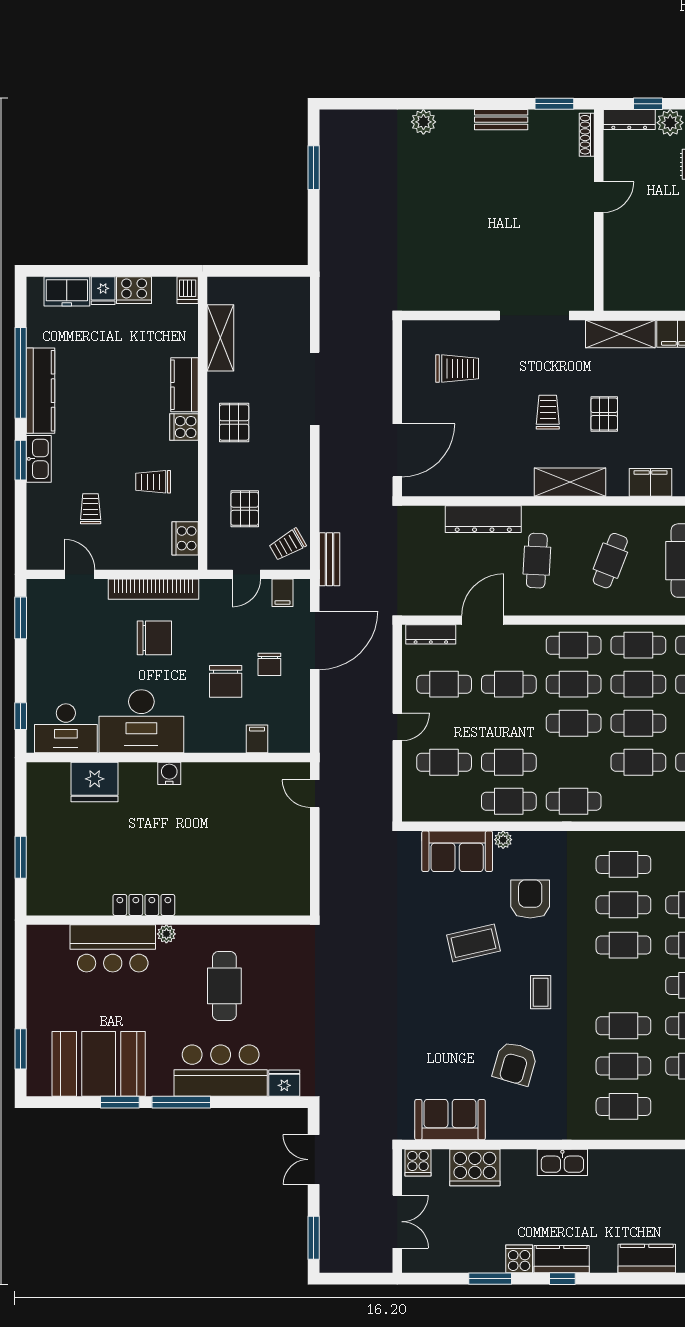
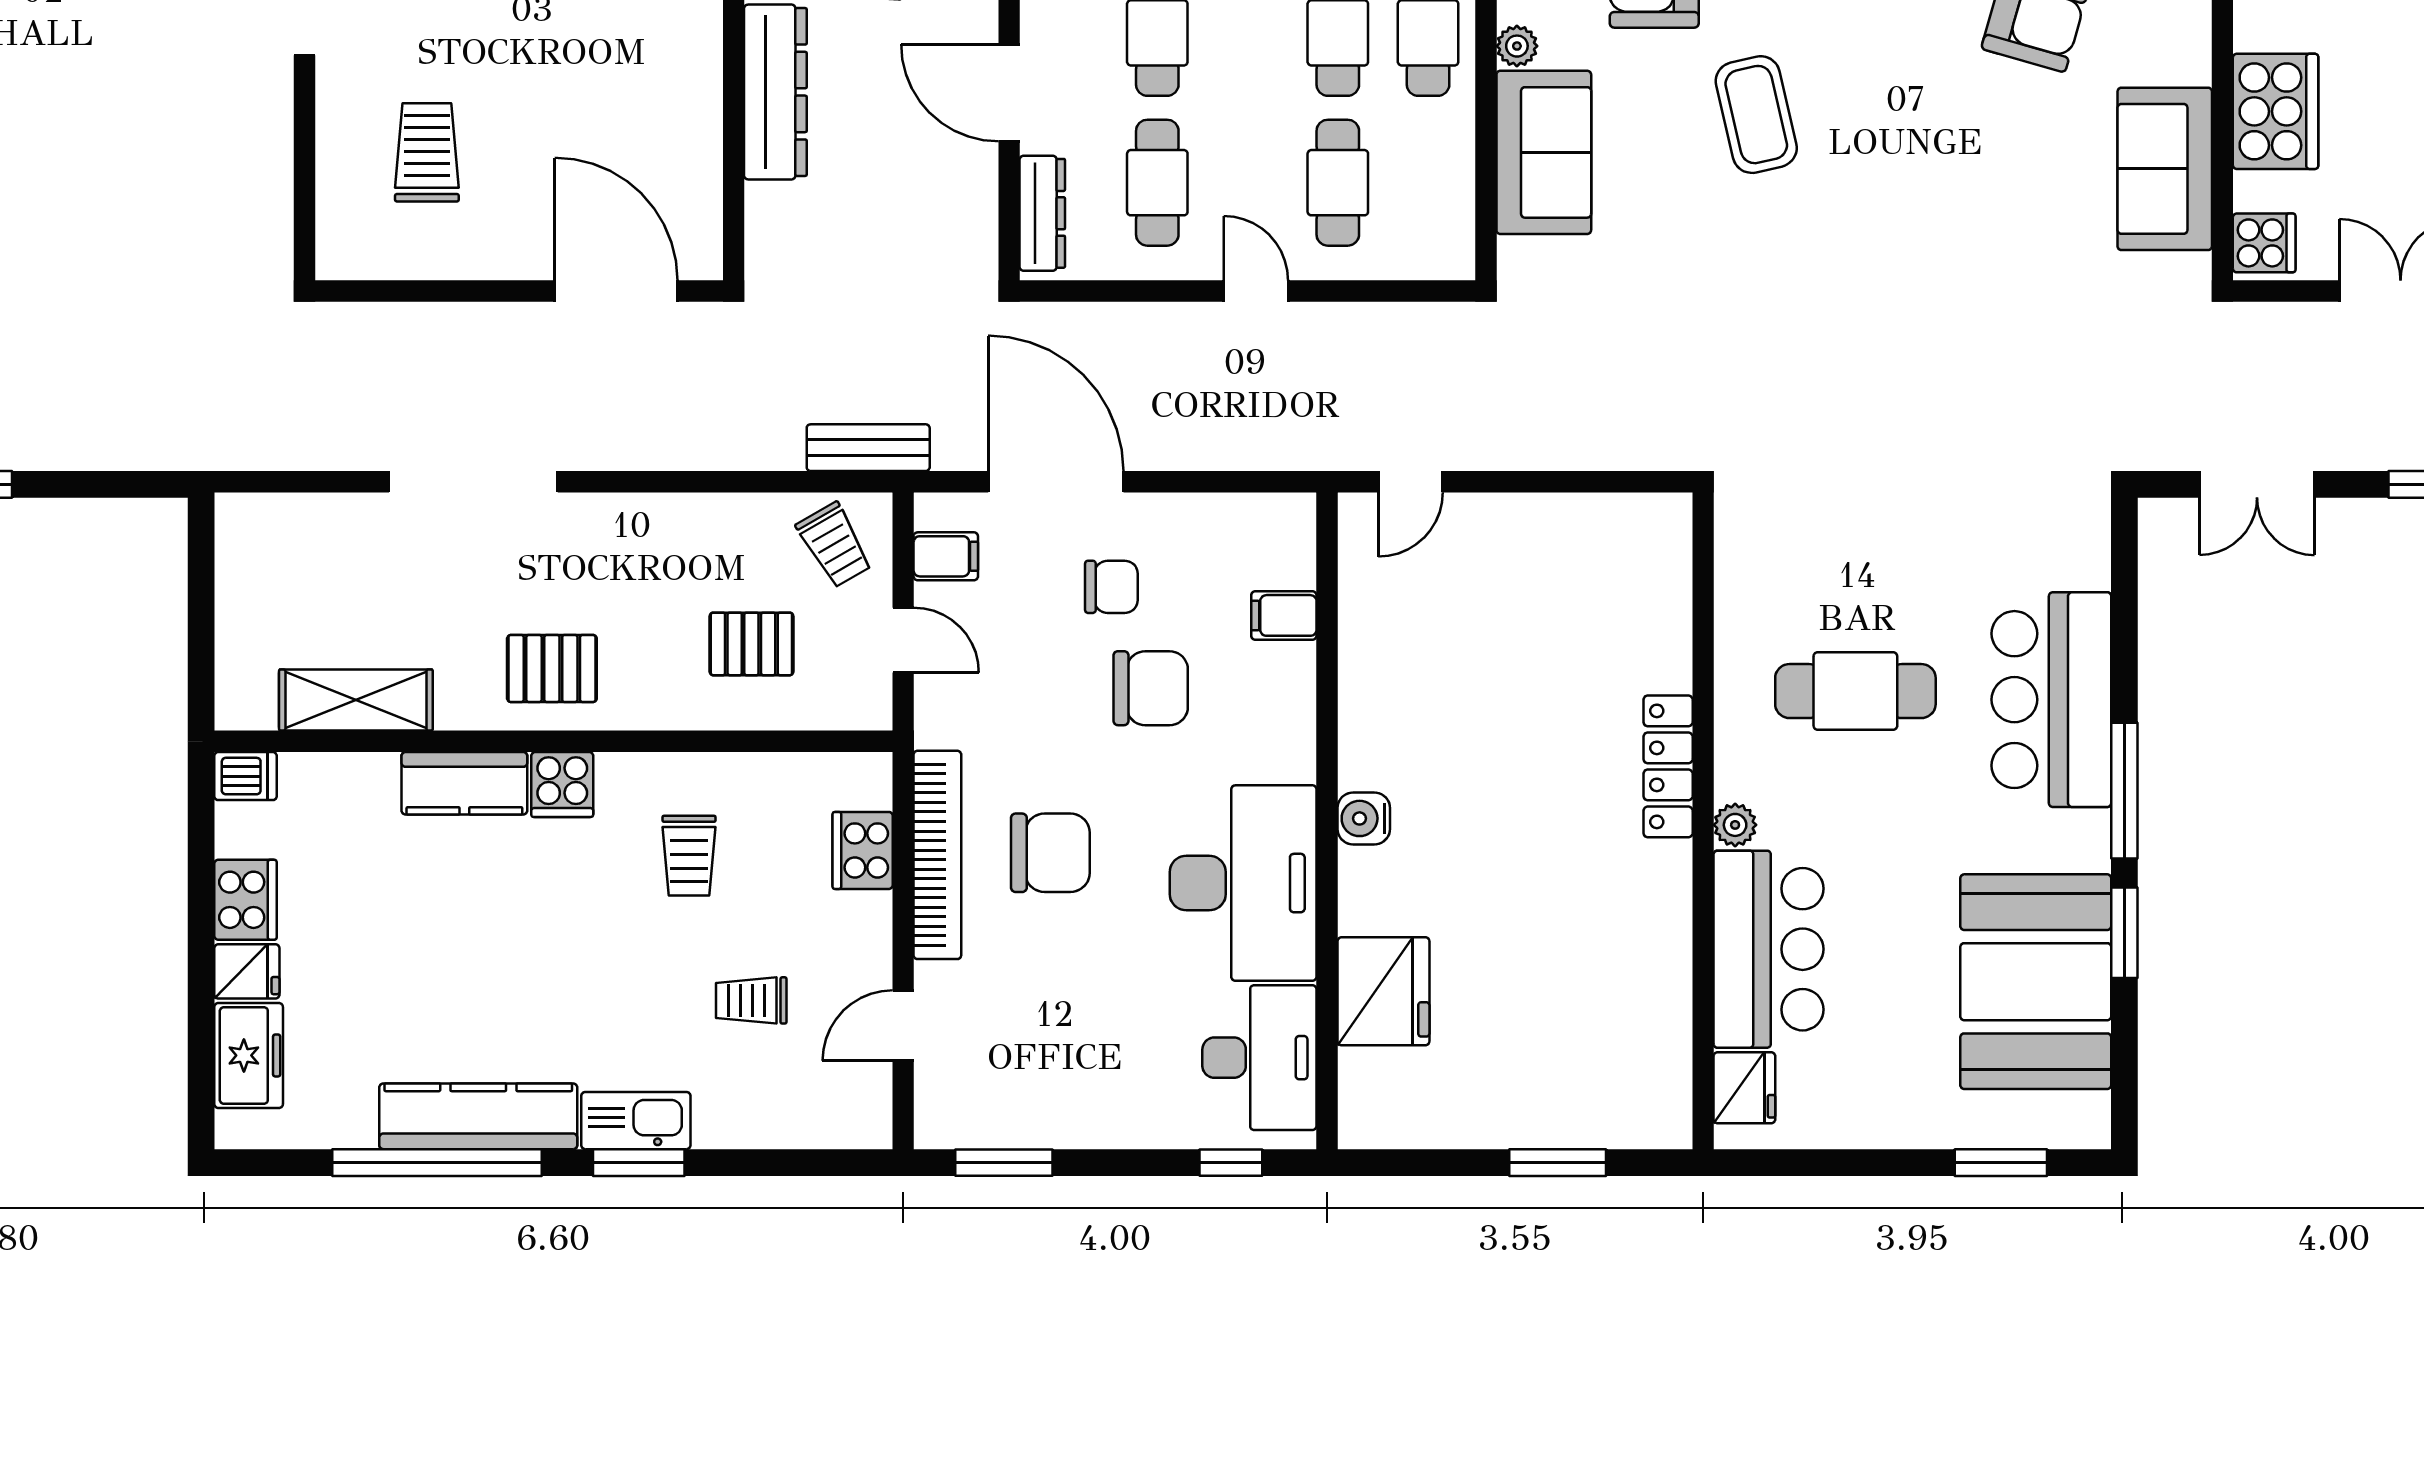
cooker: (185, 538) -> (863, 850), moved, turned 90
chair: (154, 638) -> (1050, 853), turned 90
locker: (144, 905) -> (1668, 766), moved
fridge: (284, 1083) -> (1744, 1088), moved, turned 180

